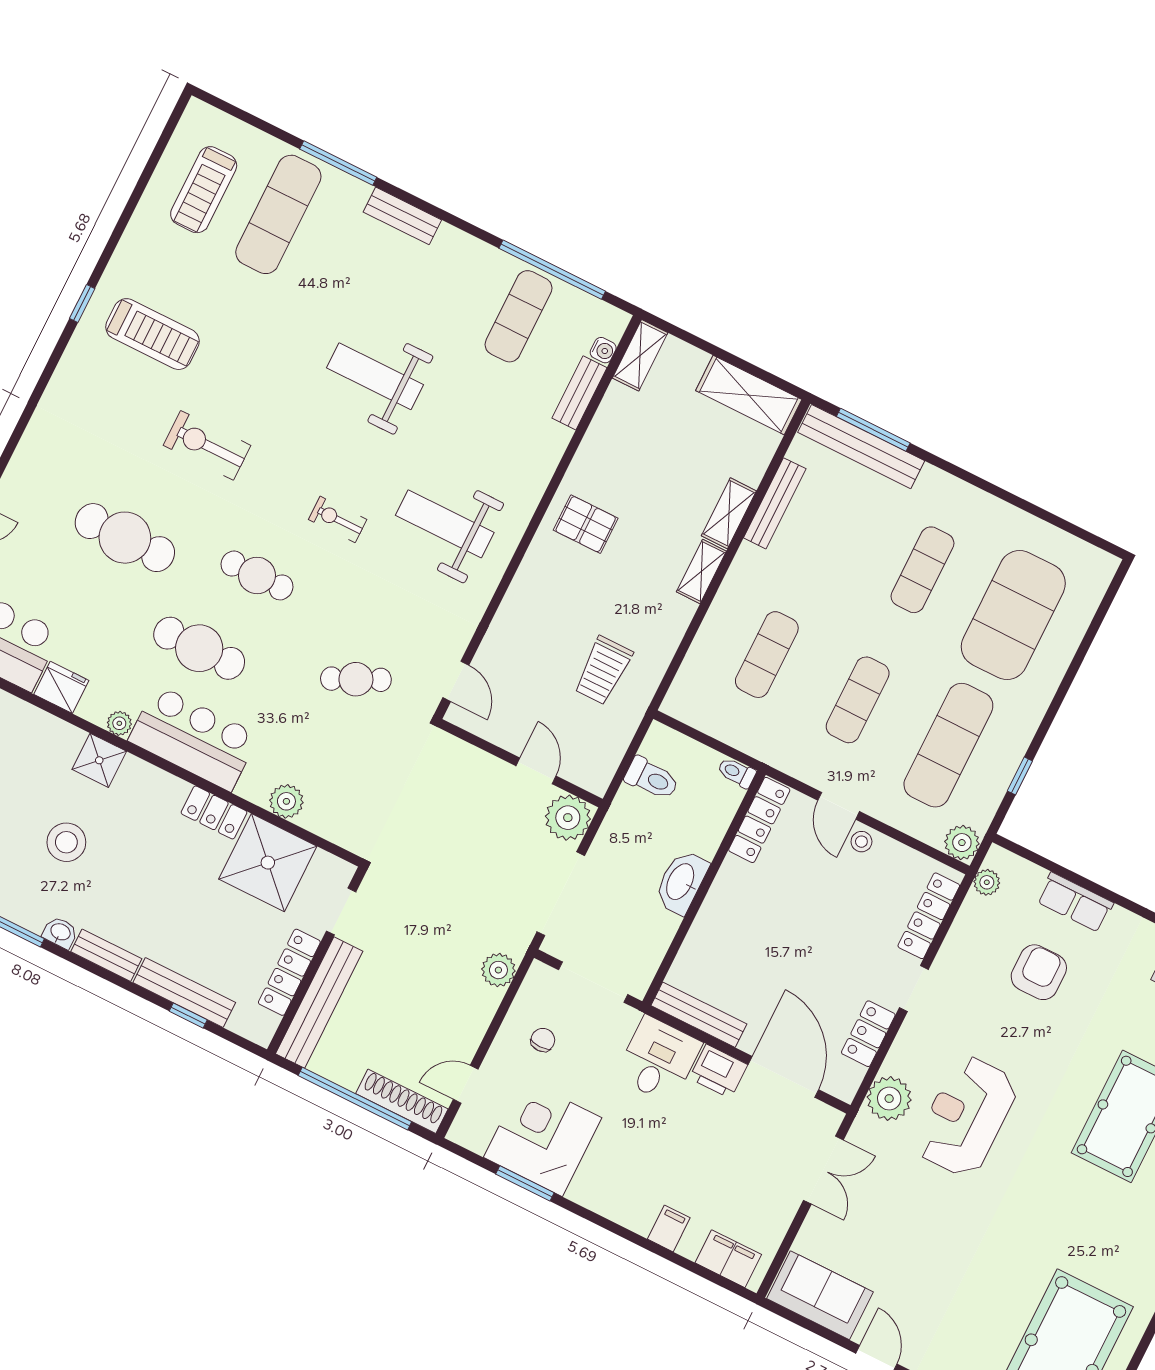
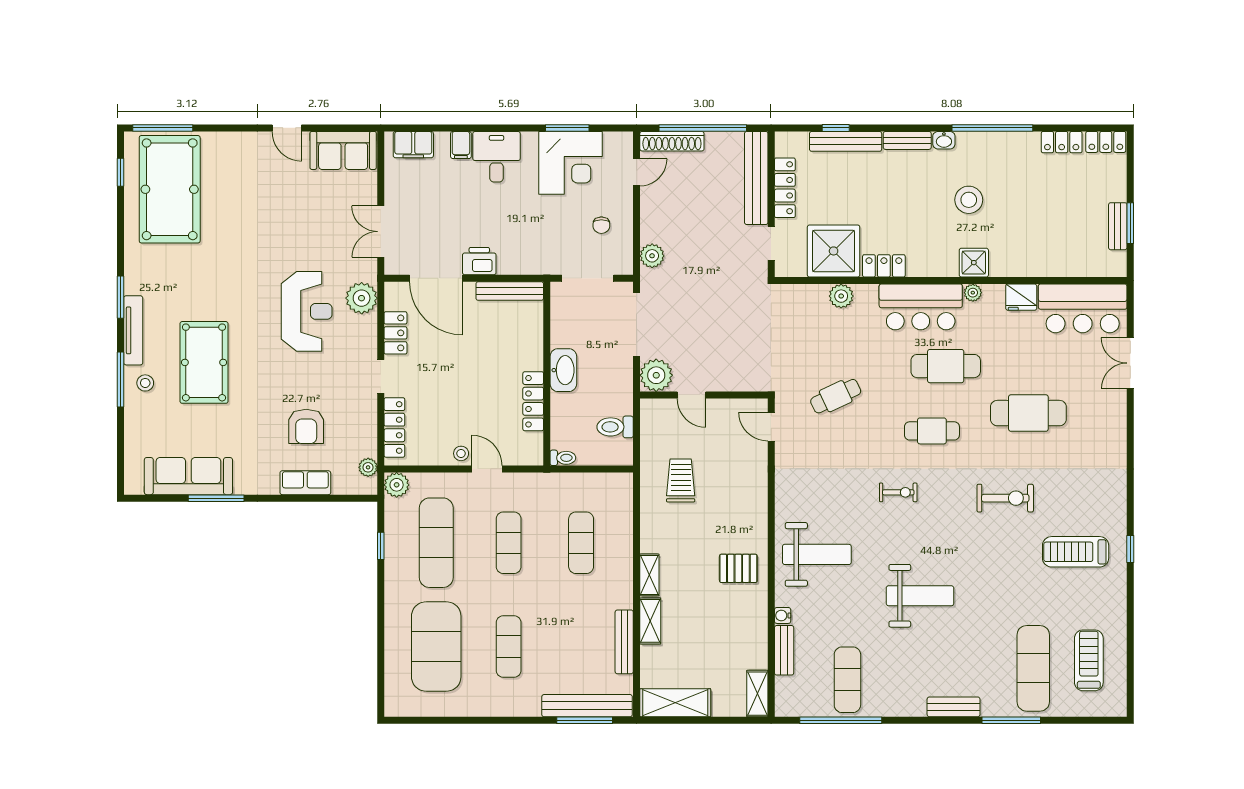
water cooler: (603, 350) -> (783, 615), moved
weight bench: (445, 524) -> (817, 554), moved
locker: (759, 820) -> (533, 401), moved
desk: (658, 1060) -> (497, 157), moved, turned 180

